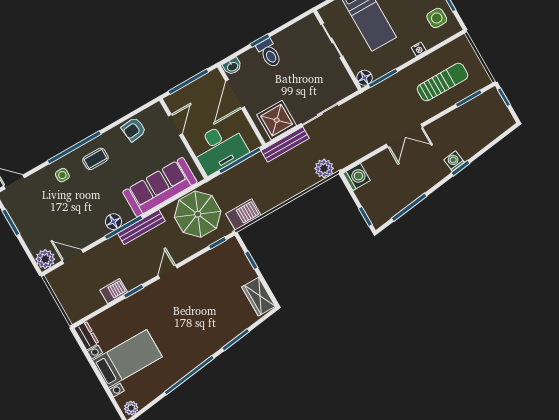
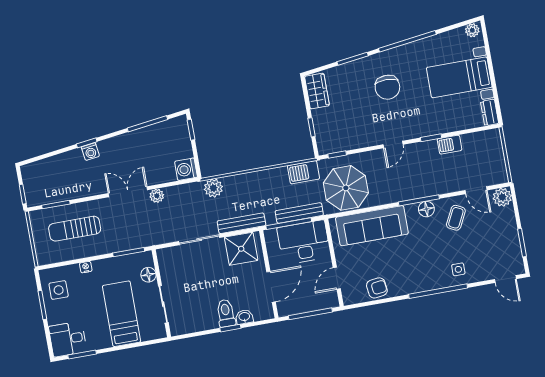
washbasin: (232, 66) -> (244, 317), moved
floor lamp: (364, 78) -> (148, 275), moved
plant: (375, 142) -> (157, 196), added
coffee table: (95, 159) -> (456, 218), moved, turned -63
bench: (141, 227) -> (299, 213), moved
chair: (193, 325) -> (387, 87), added

